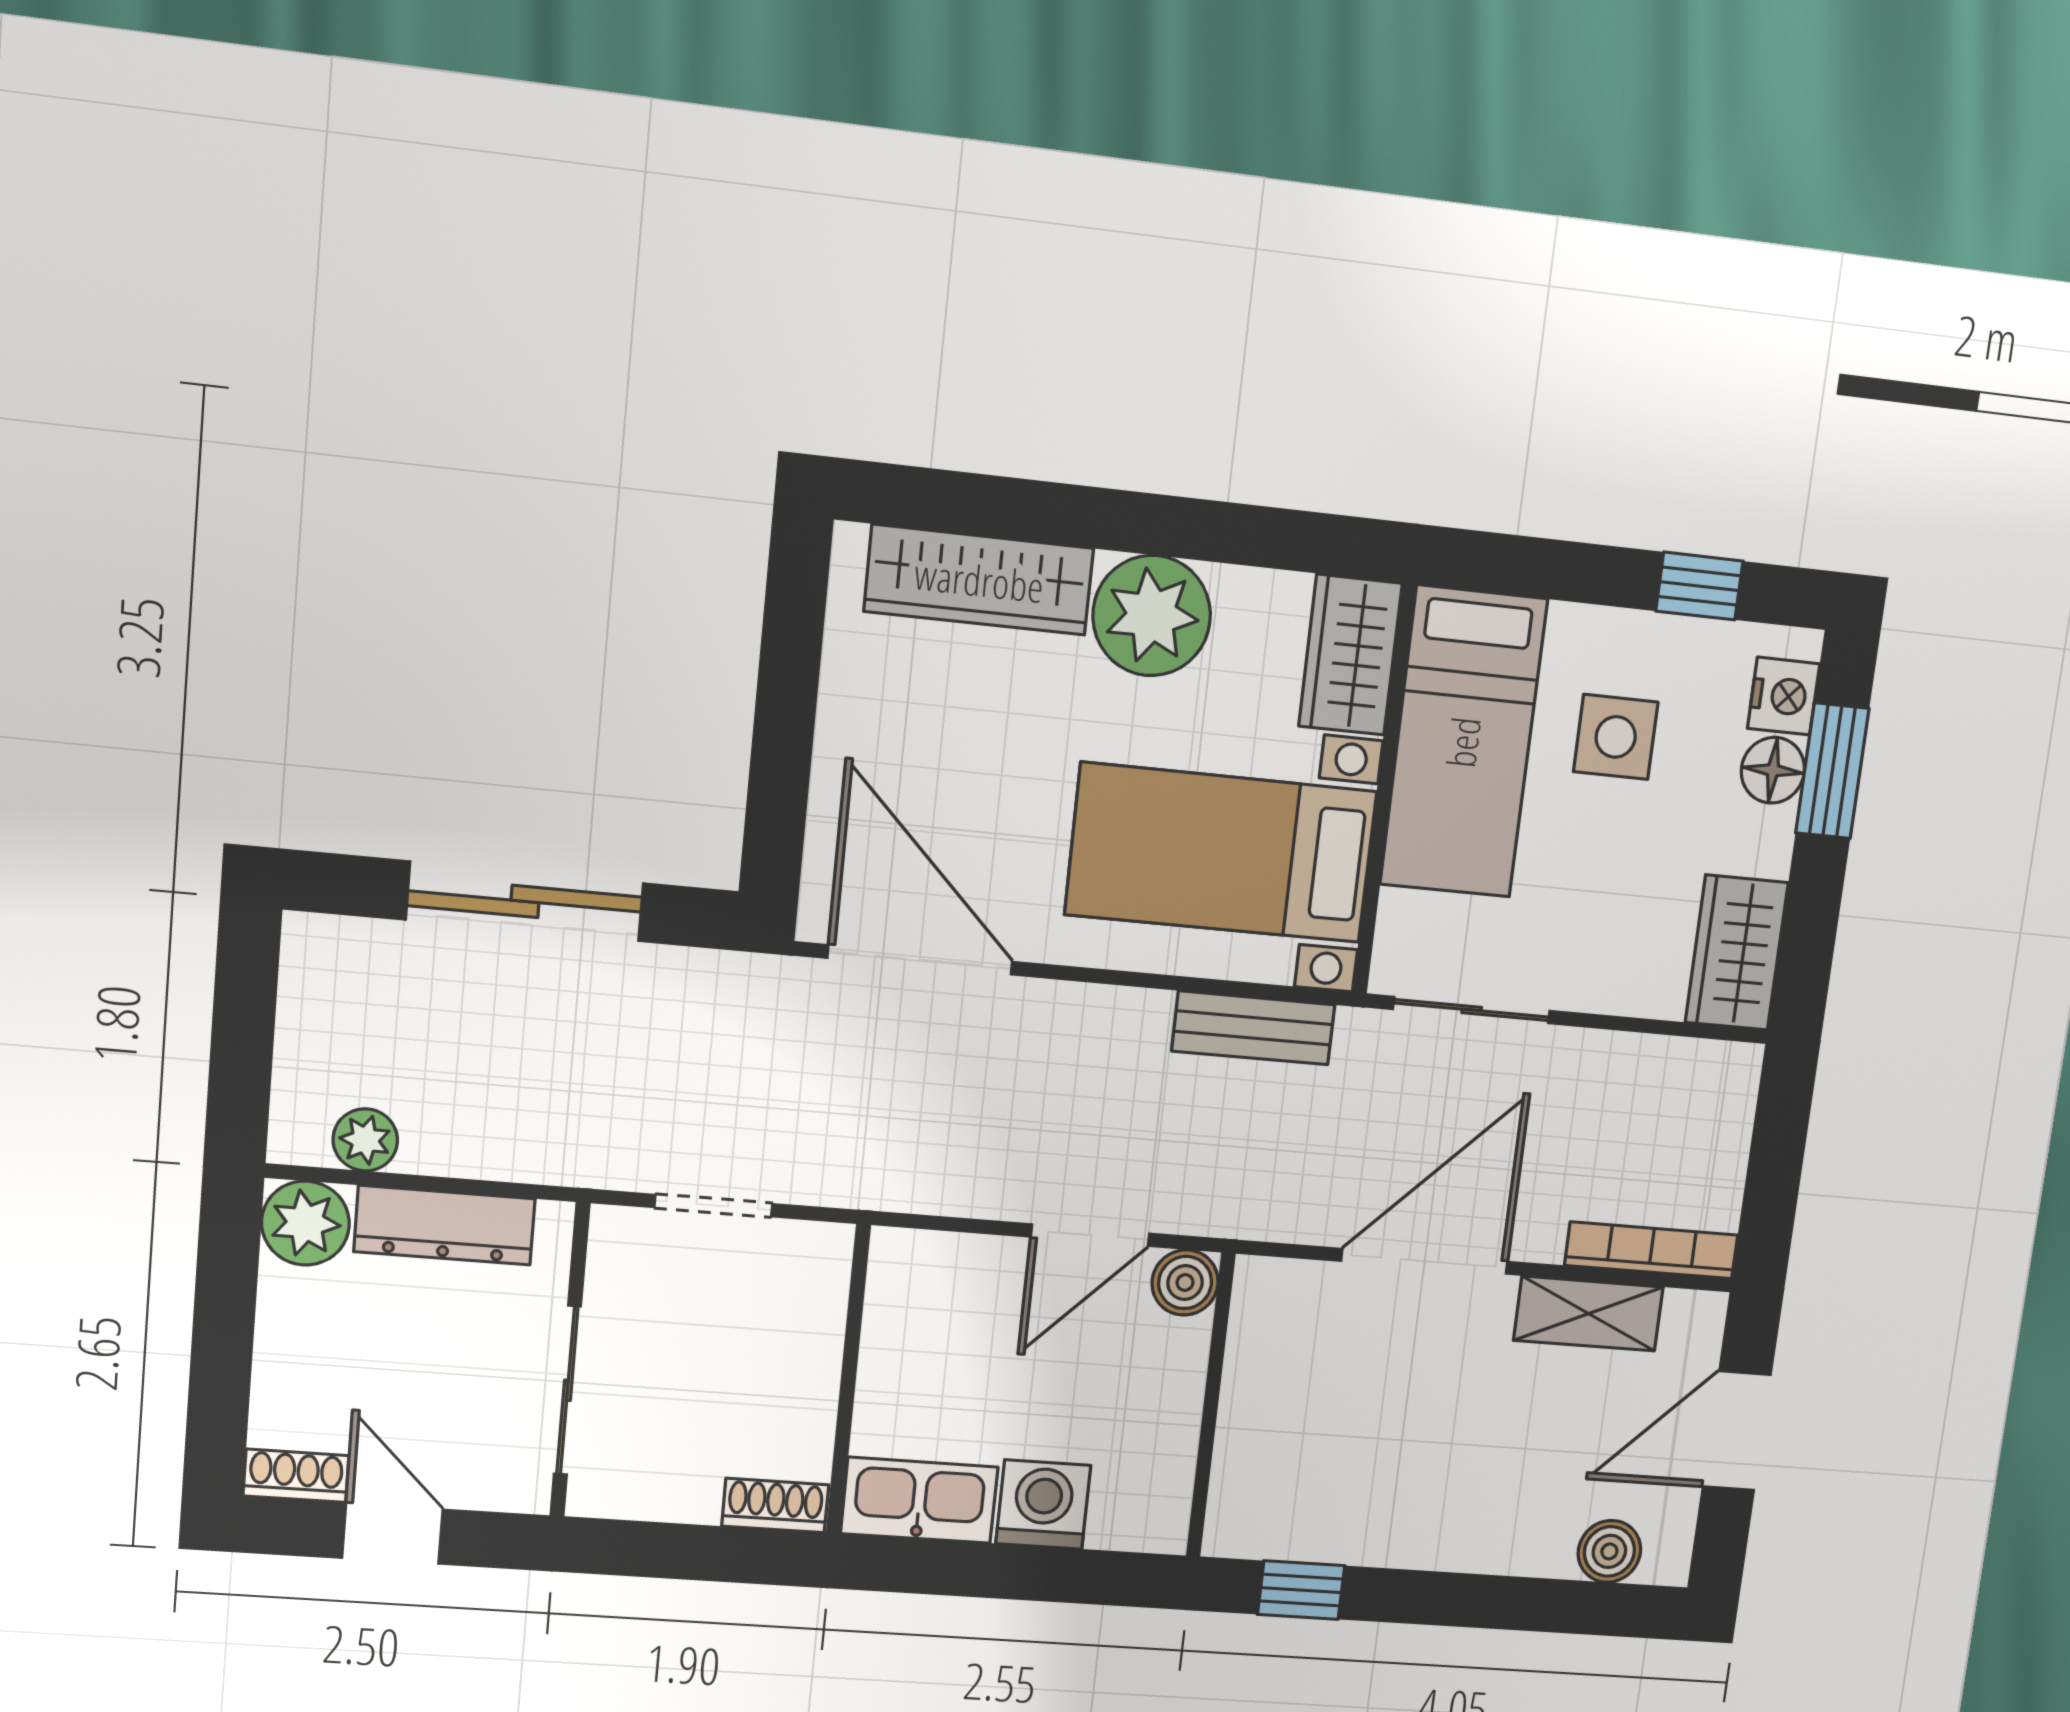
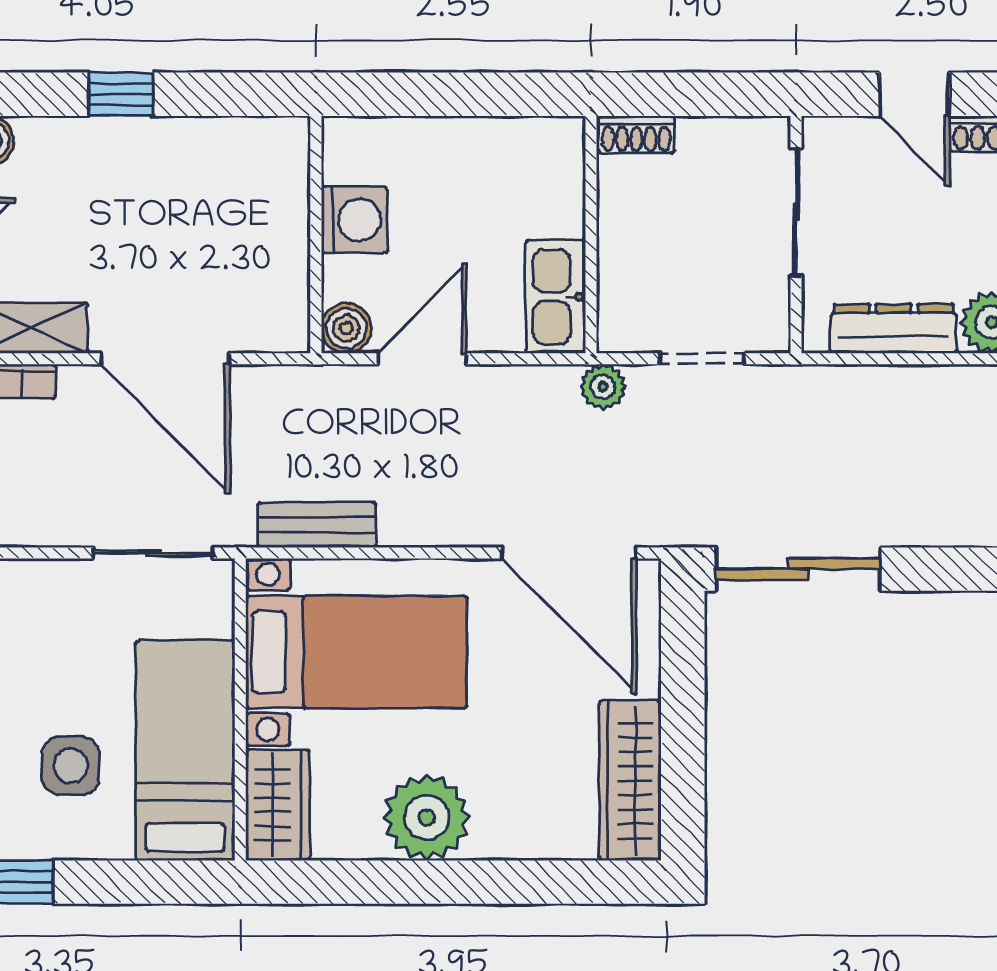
wardrobe: (979, 580) -> (630, 781), moved, turned -90
sliding door: (525, 901) -> (798, 569), moved
plant: (365, 1140) -> (603, 387), moved
door: (1425, 1261) -> (165, 359), hinge flipped
kitchen sink: (919, 1500) -> (556, 297), moved, turned 90
washing machine: (1043, 1504) -> (354, 220), moved, turned -90
window: (1301, 1590) -> (121, 94), moved

